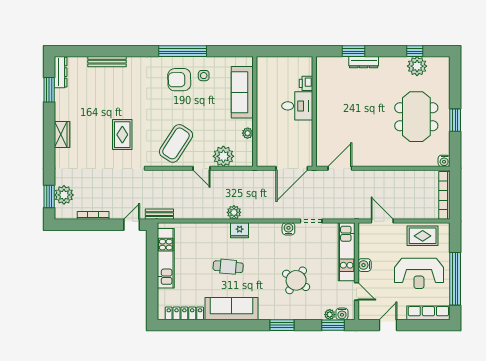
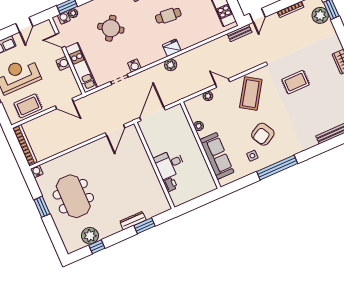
armchair: (179, 80) -> (263, 134), moved, turned 152
rug: (122, 135) -> (295, 82), turned 90
plant: (223, 156) -> (208, 96), width x0.53, depth x0.53
plant: (234, 212) -> (171, 65), moved

